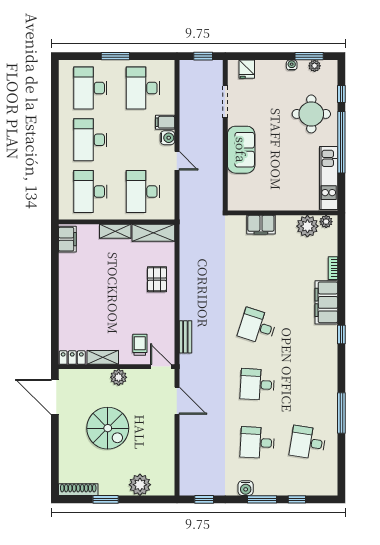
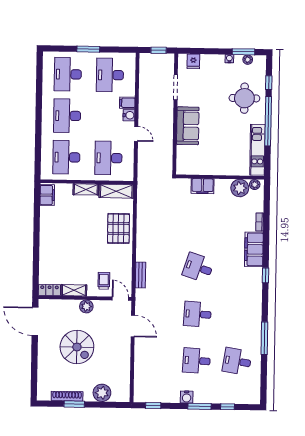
pallet: (157, 279) -> (118, 228), width x1.50, depth x1.42
shoe rack: (78, 490) -> (67, 396), moved

